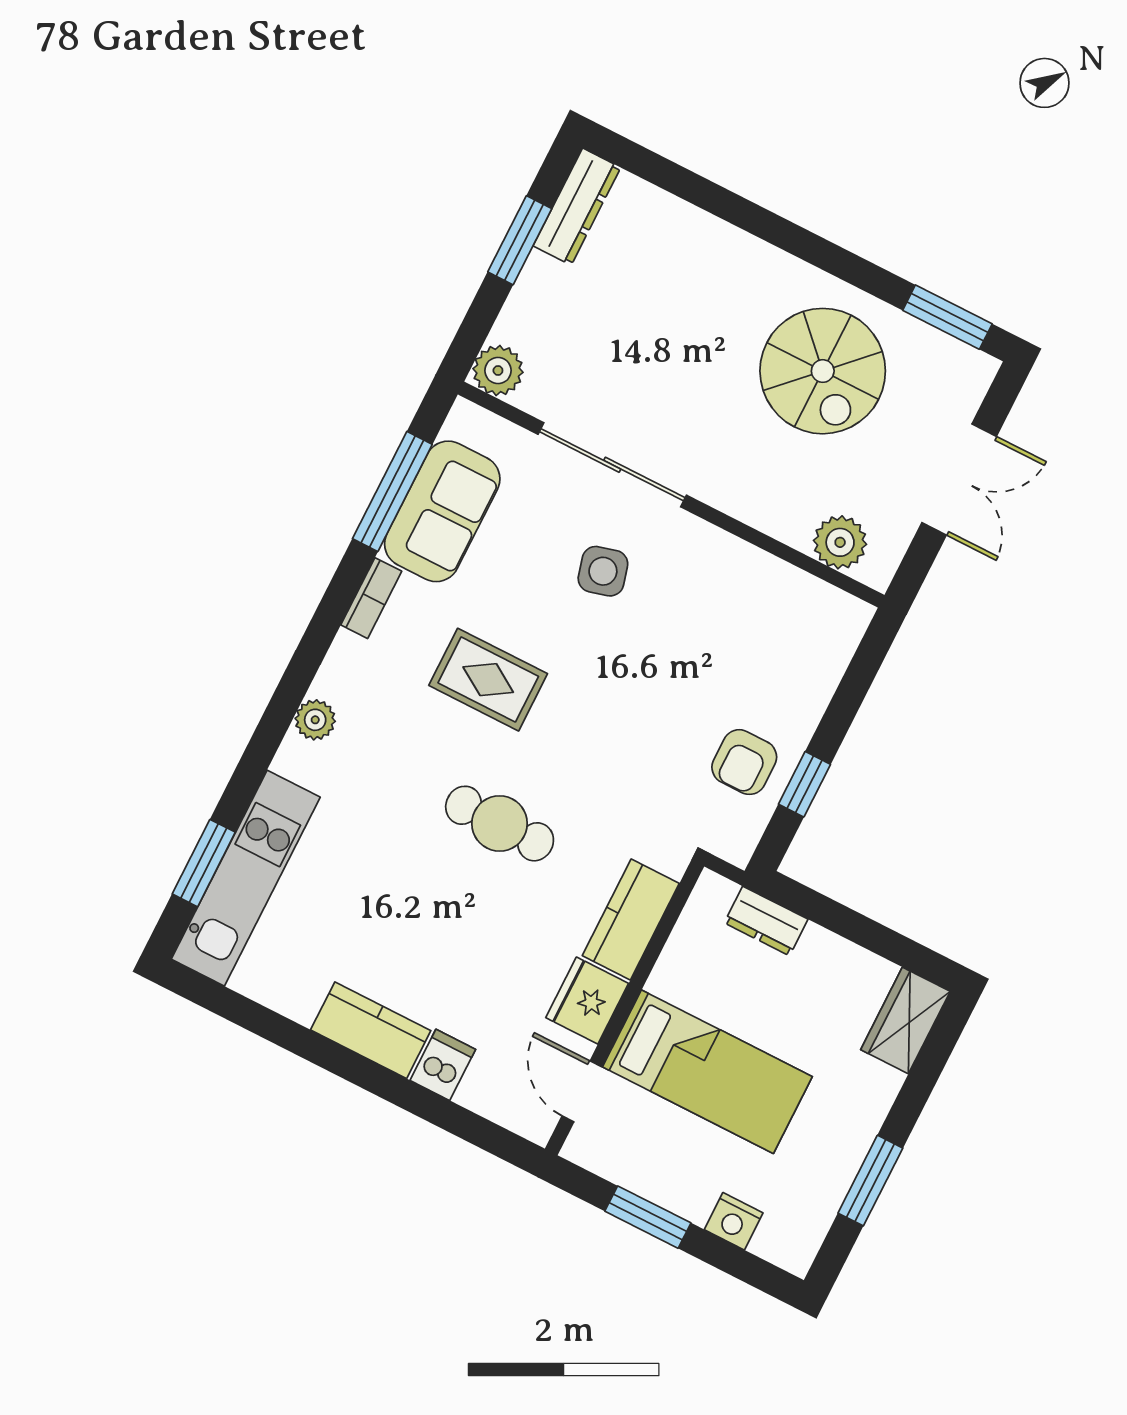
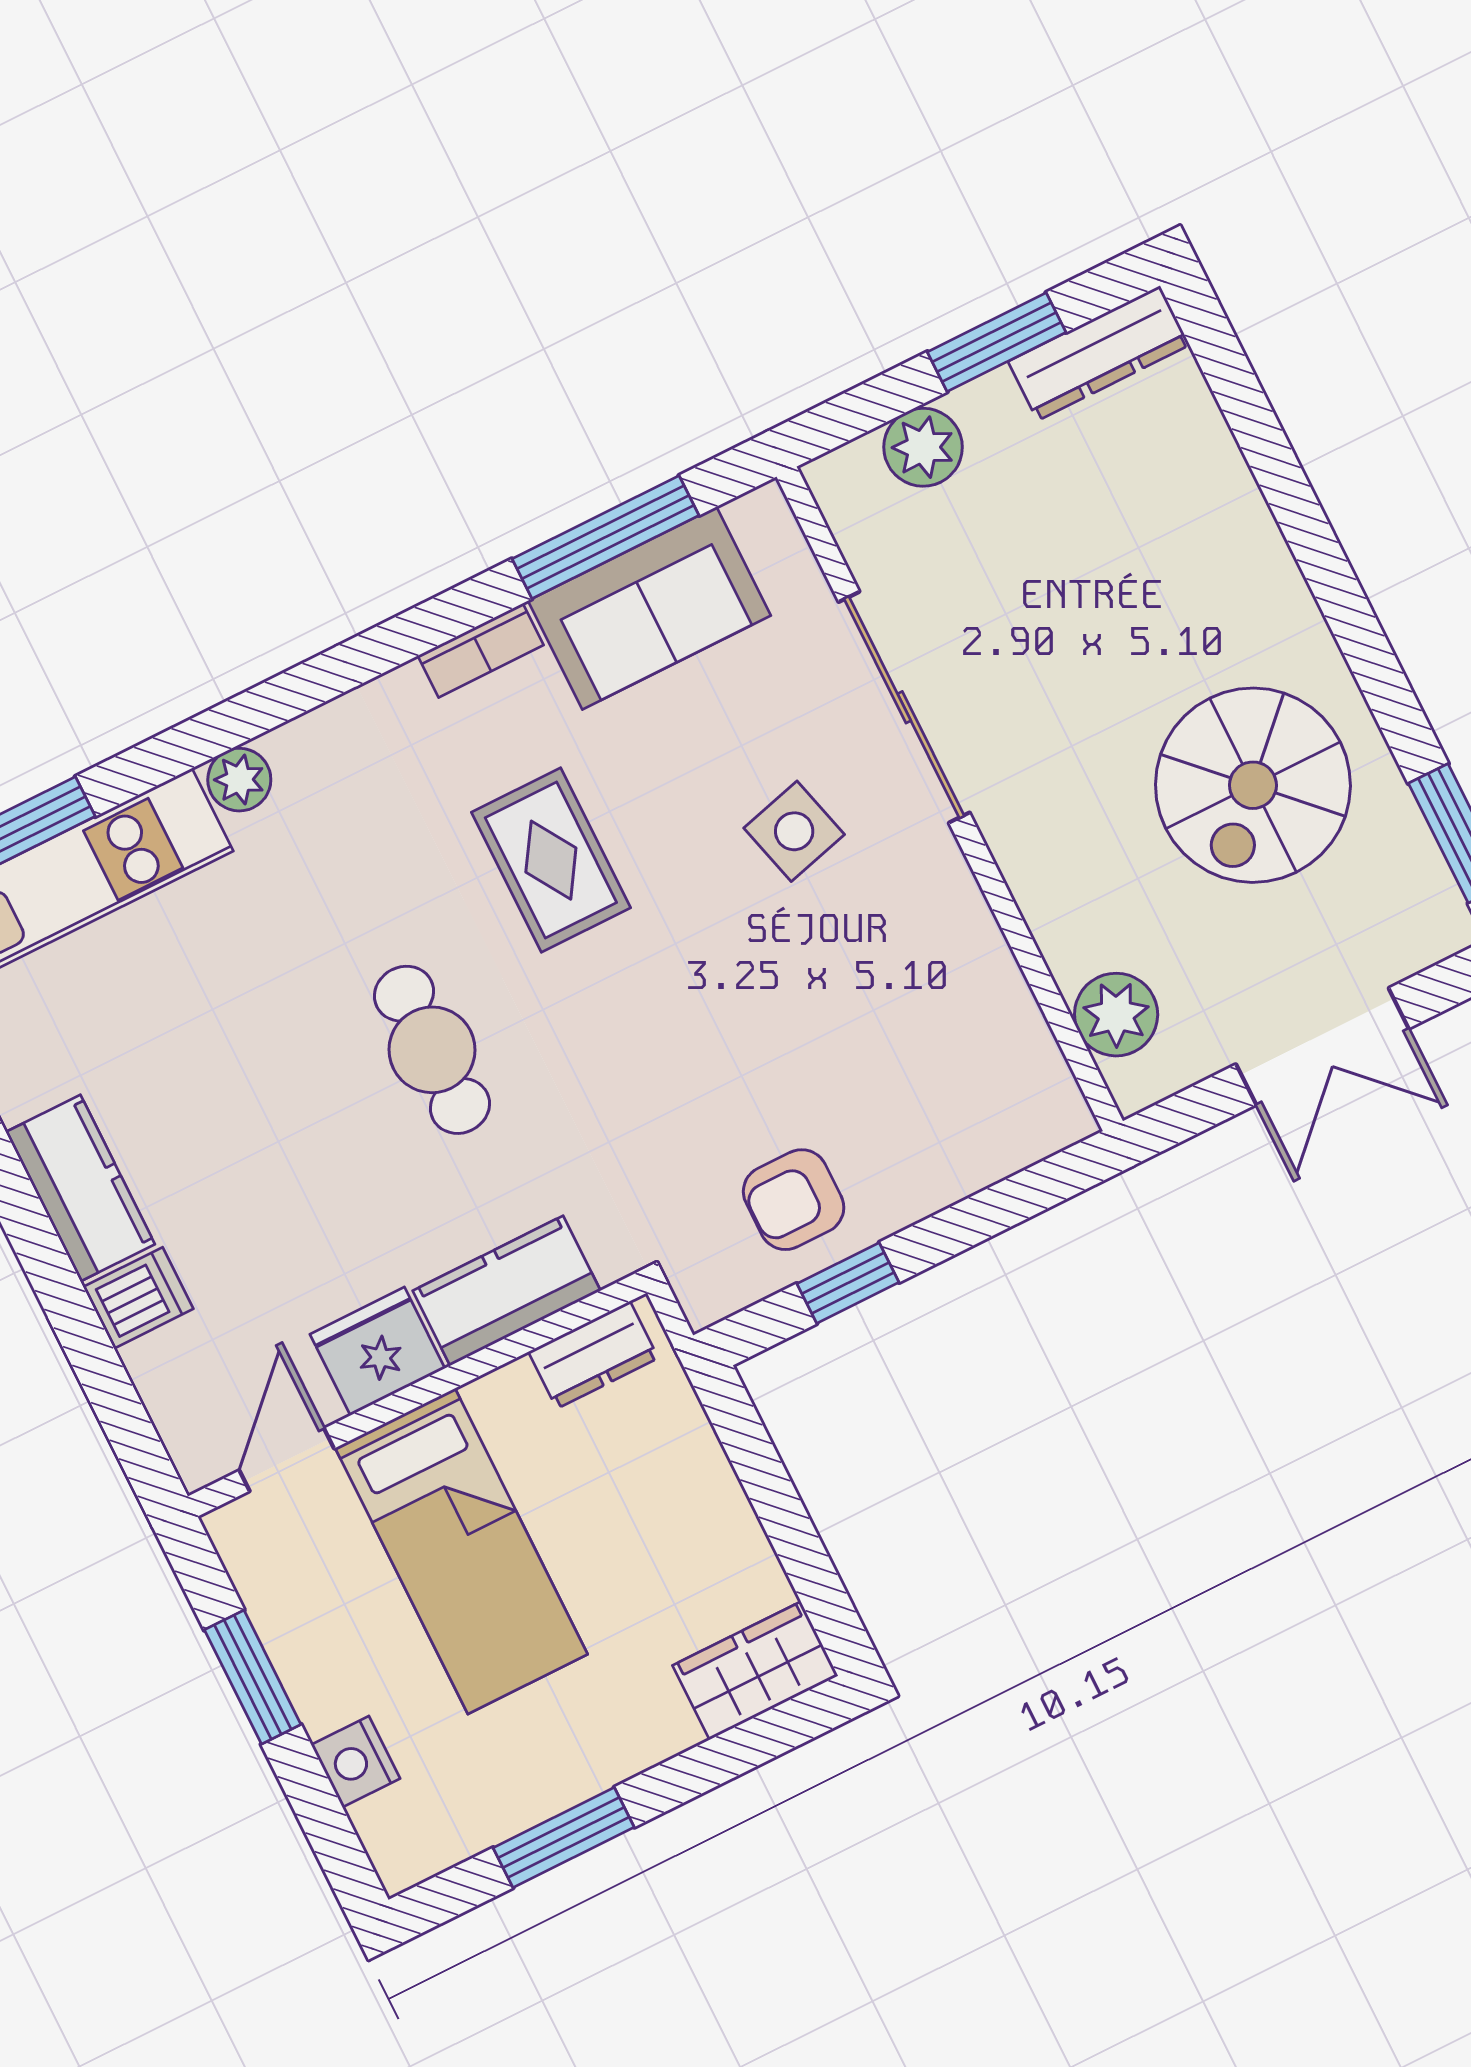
plant: (498, 370) -> (923, 447), moved
plant: (315, 720) -> (239, 780), moved
dresser: (766, 921) -> (593, 1355), moved, turned -90

